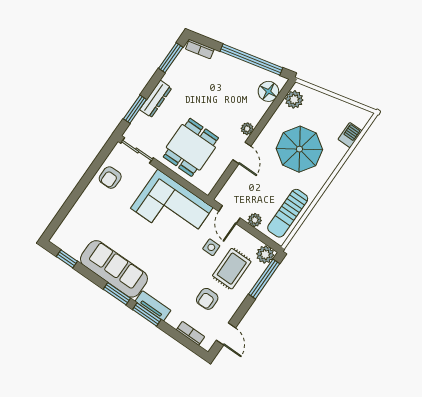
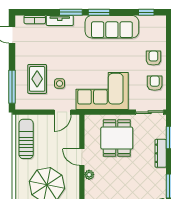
door: (229, 215) -> (63, 112), swing flipped
plant: (255, 220) -> (44, 120), removed
plant: (265, 255) -> (22, 103), removed
armchair: (207, 299) -> (153, 58), moved
tv unit: (153, 306) -> (60, 20), moved

